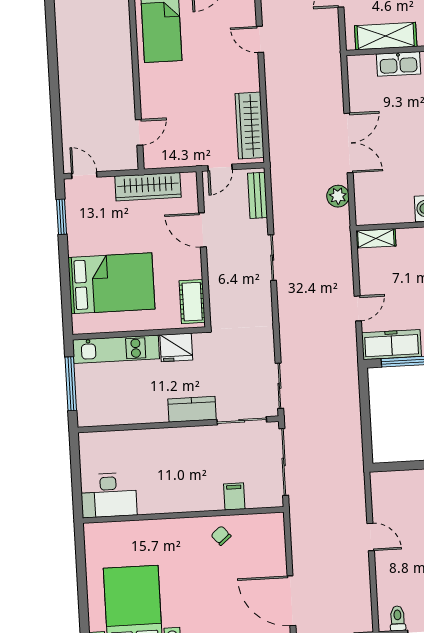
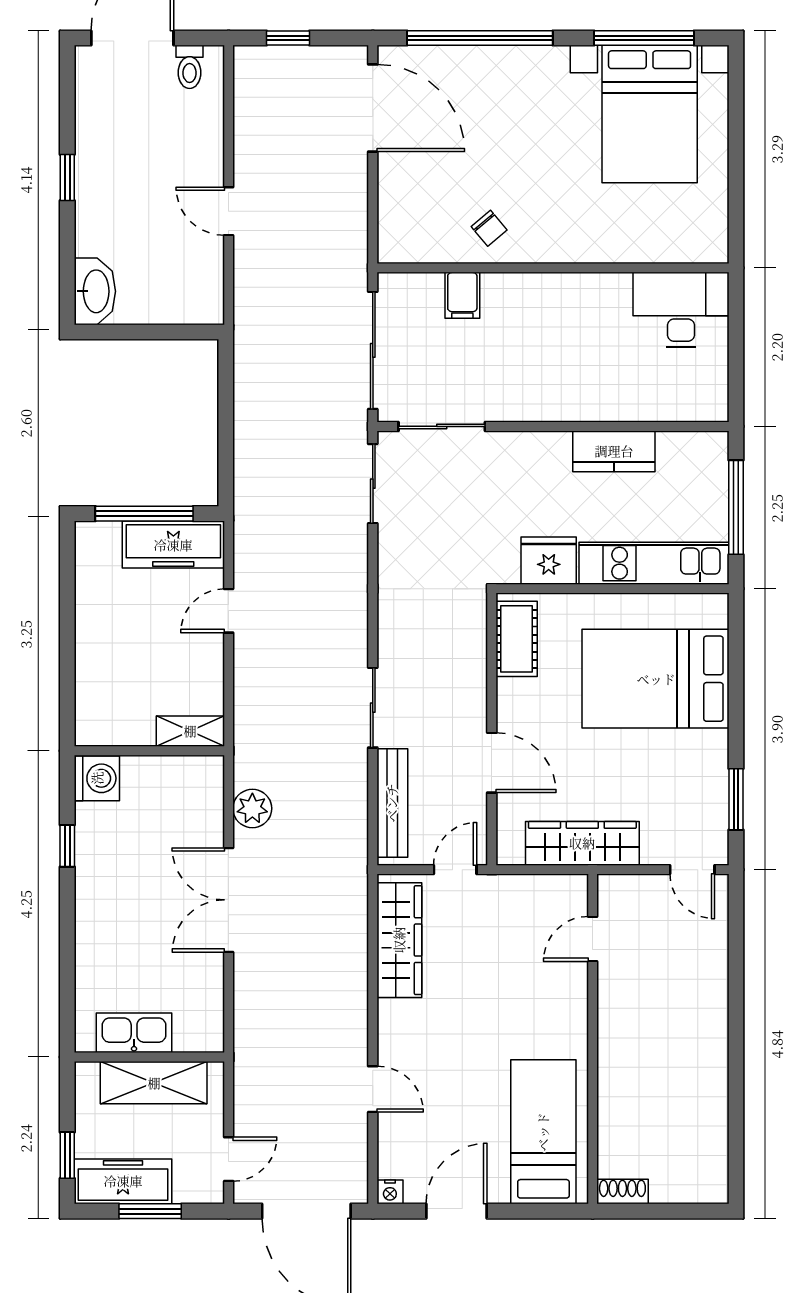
bench: (258, 195) -> (392, 803), width x1.36
kitchen counter: (192, 409) -> (614, 451), moved

